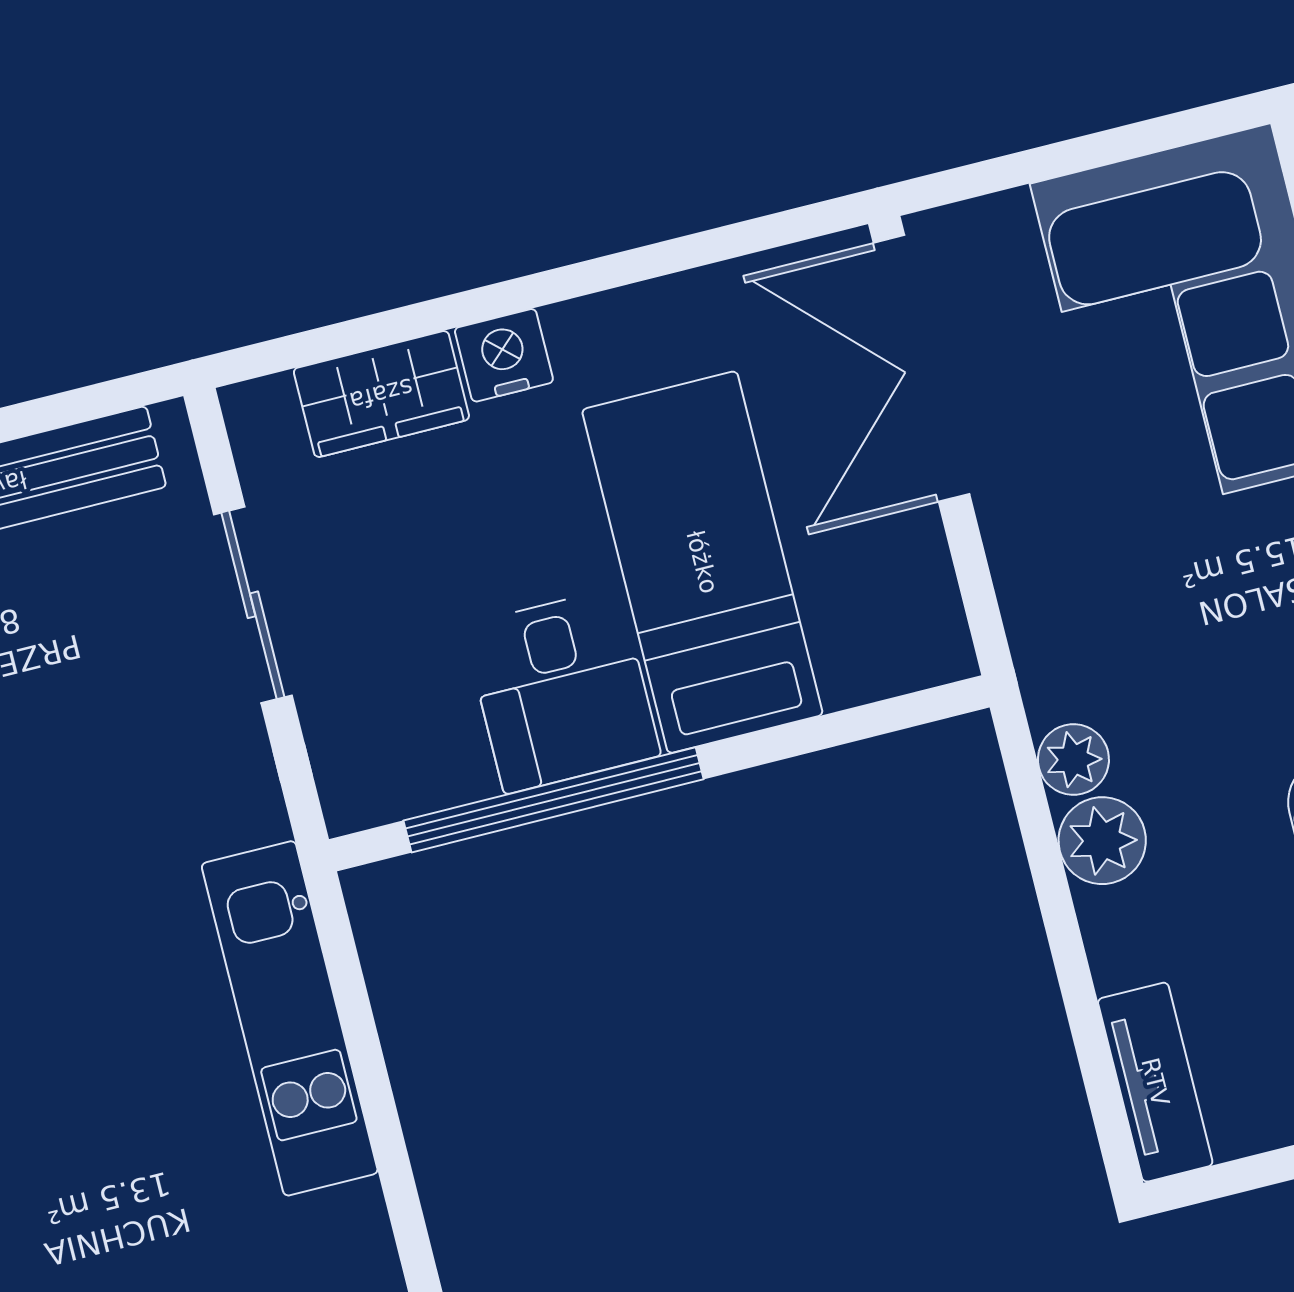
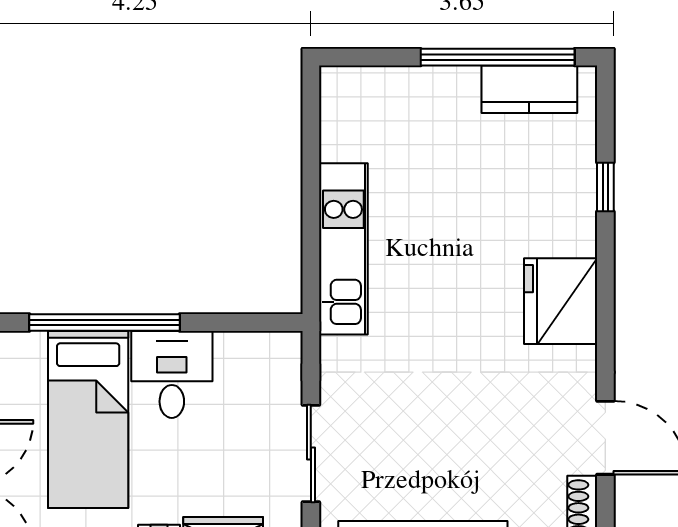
window: (554, 800) -> (105, 322), moved

